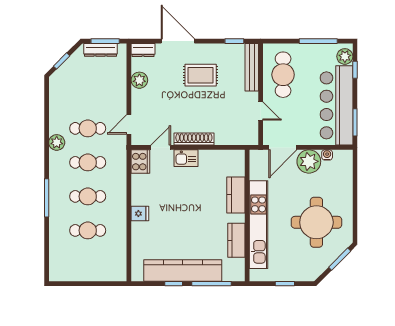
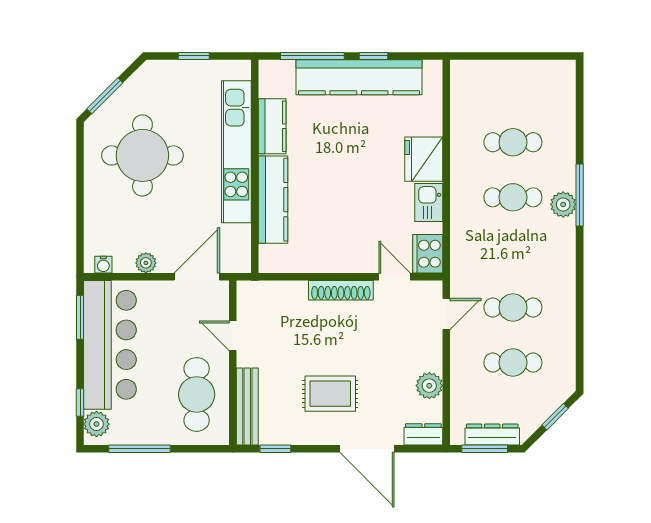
plant: (57, 142) -> (563, 204), moved
door: (161, 147) -> (395, 277), swing flipped
water cooler: (327, 155) -> (103, 265), moved
kitchen sink: (186, 158) -> (429, 202), moved, turned -90
plant: (309, 161) -> (146, 263), width x0.53, depth x0.53
cafe table: (88, 162) -> (513, 363), moved
kitchen counter: (236, 195) -> (273, 200), width x1.50
fridge: (140, 214) -> (424, 159), width x1.88, depth x1.34

